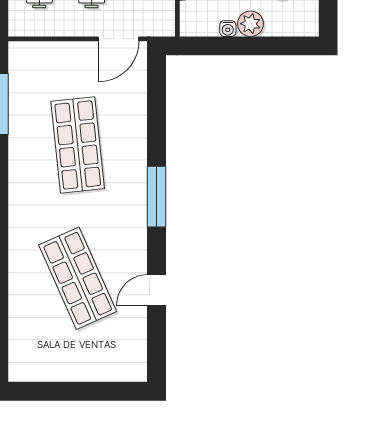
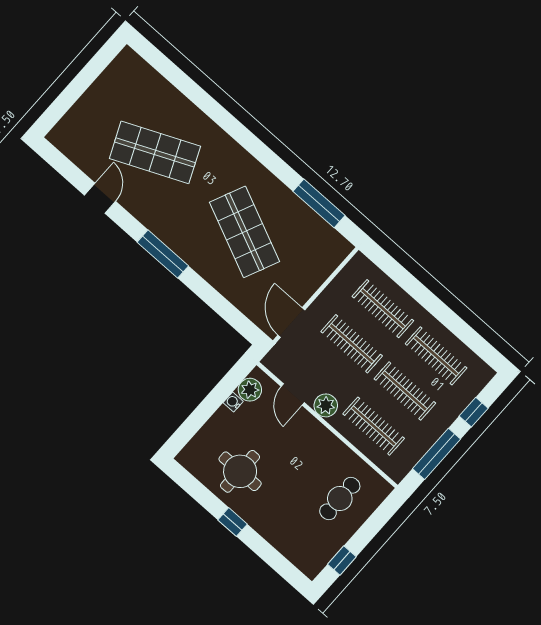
plant: (251, 24) -> (250, 390), moved
shop shelf: (78, 145) -> (244, 232), turned 30

